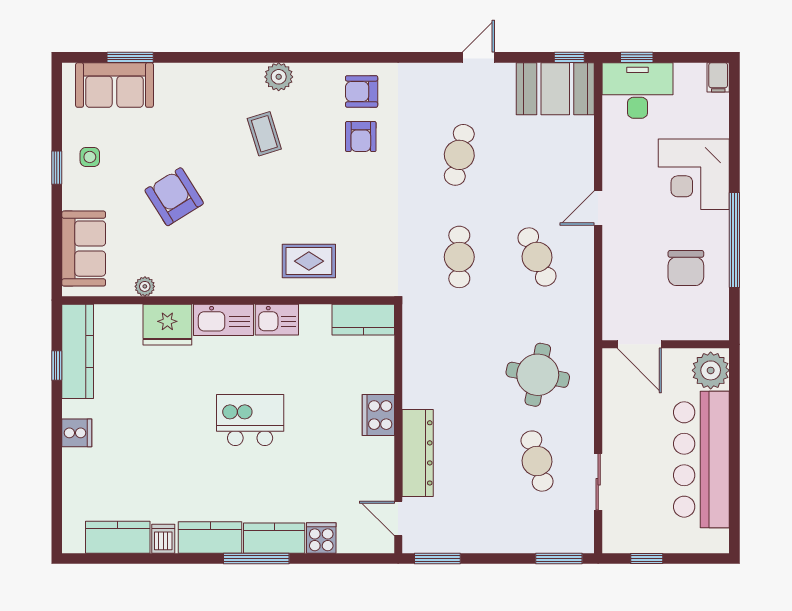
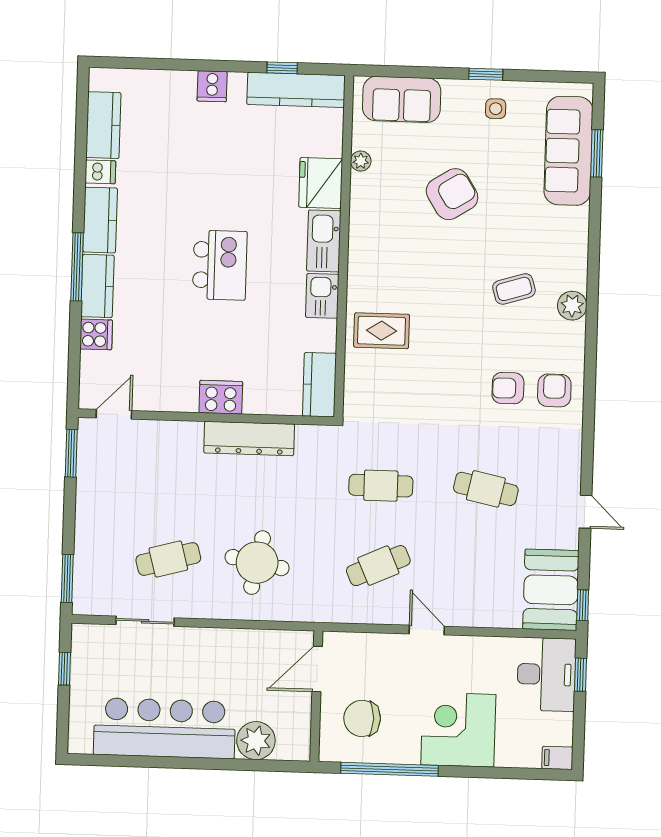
sofa: (114, 85) -> (568, 151), width x1.36
rug: (309, 261) -> (382, 331), turned 90
door: (639, 344) -> (317, 669), moved
wall: (666, 344) -> (316, 696), moved
dresser: (418, 453) -> (249, 439), moved

